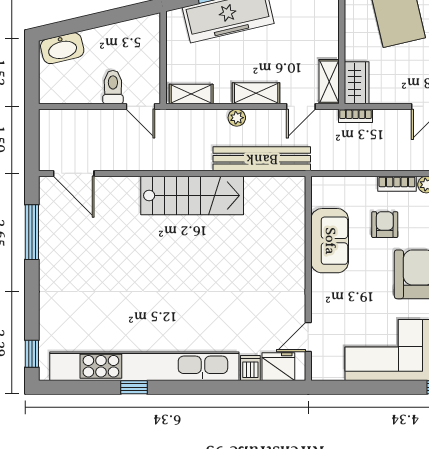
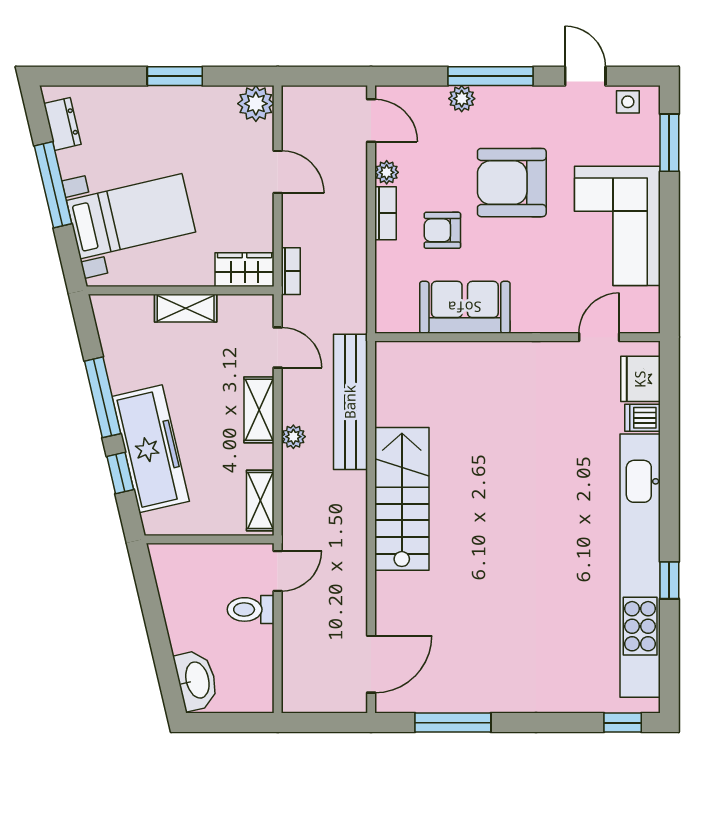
shelving: (329, 82) -> (186, 308), moved
door: (308, 337) -> (599, 337), swing flipped

